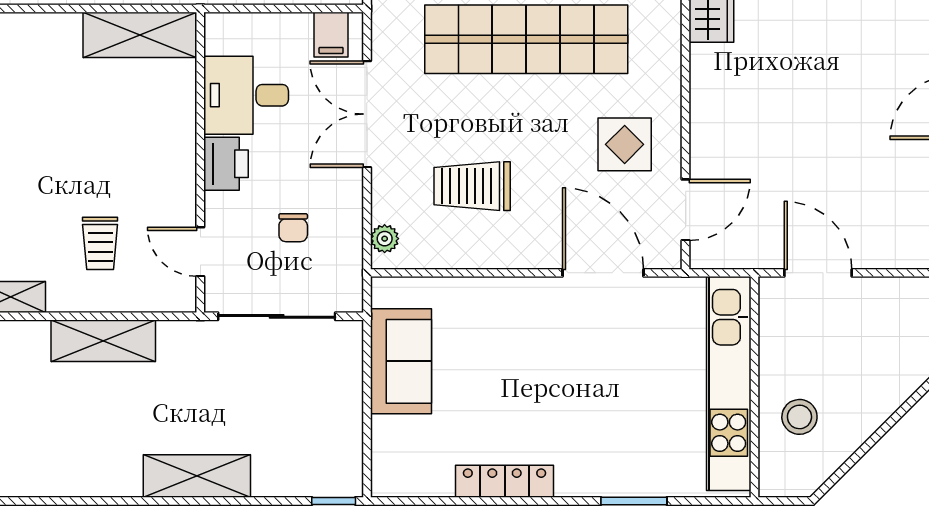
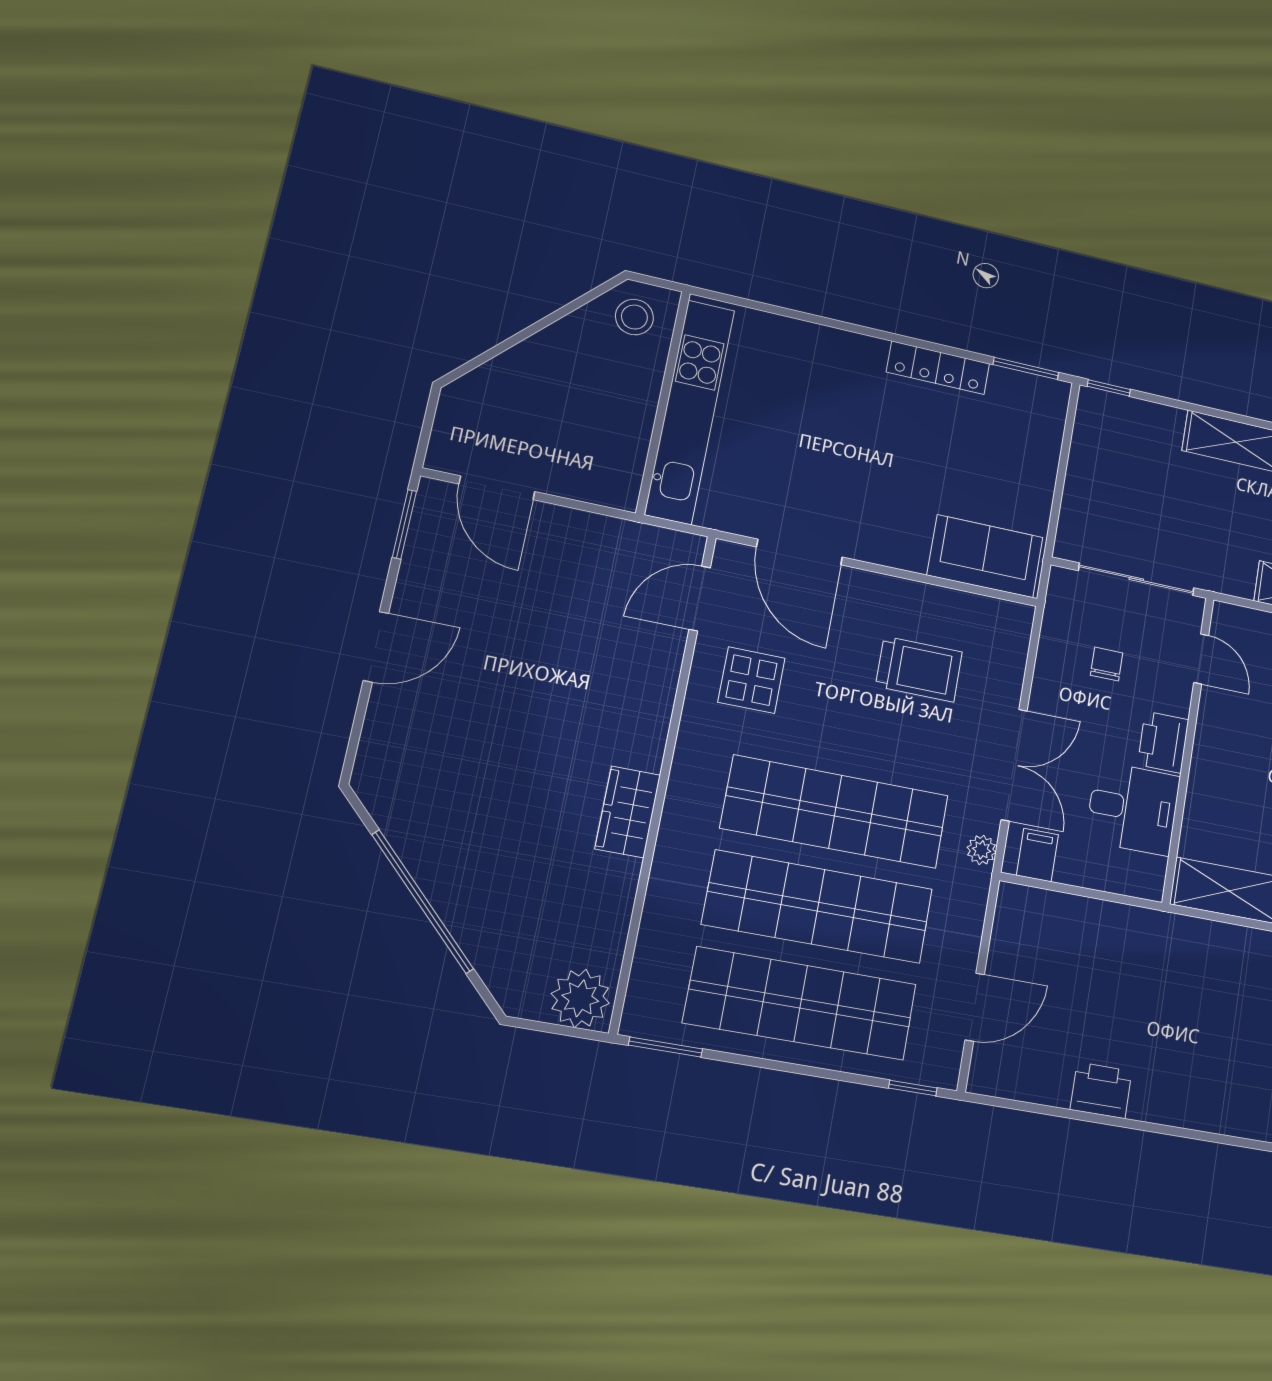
plant: (385, 239) -> (982, 850), moved
door: (818, 273) -> (497, 488), moved
sofa: (401, 361) -> (985, 556), moved, turned 90
stool: (799, 417) -> (634, 317), moved
window: (634, 501) -> (1026, 368), moved

